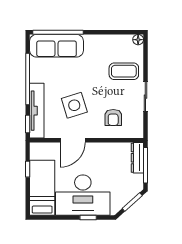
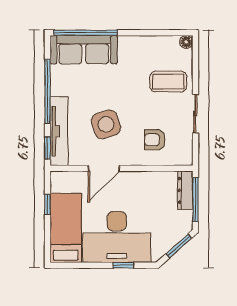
armchair: (113, 117) -> (155, 140), turned 90

